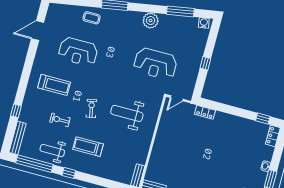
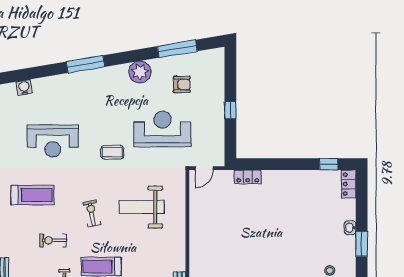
coffee table: (92, 18) -> (112, 152), moved
water cooler: (204, 23) -> (24, 87), moved
armchair: (177, 37) -> (182, 84), added
reception desk: (155, 64) -> (162, 129), turned 180

